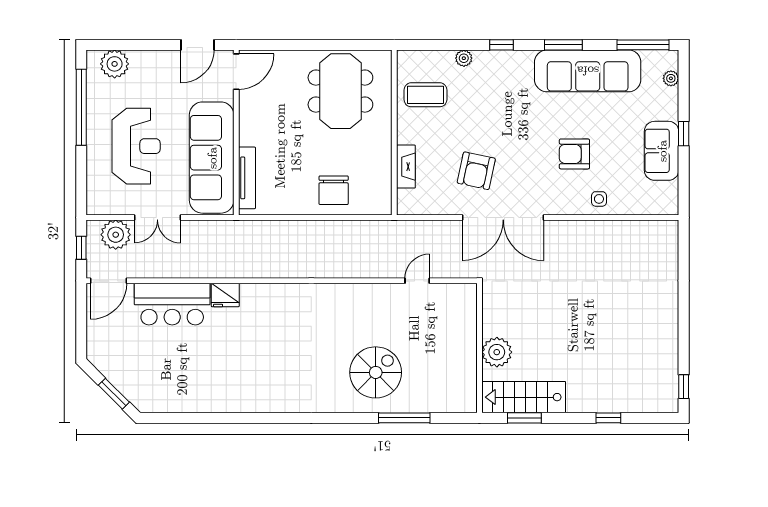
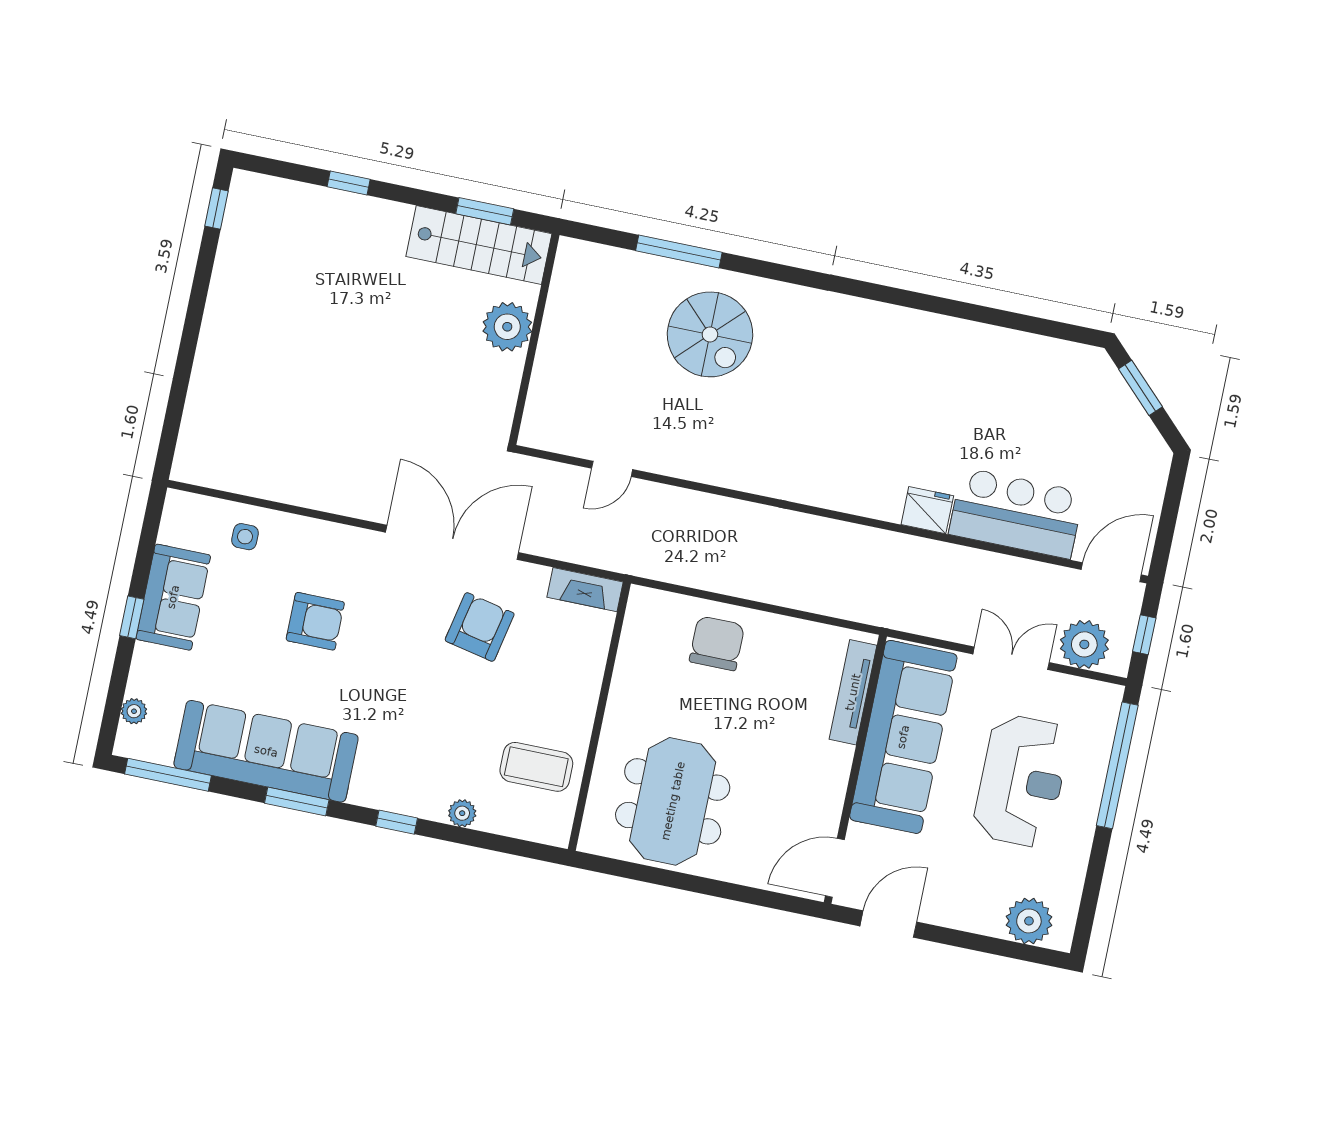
window: (81, 107) -> (1117, 765), moved
reception desk: (136, 146) -> (1022, 781), turned 180
fireplace: (406, 167) -> (585, 590), moved, turned -90
side table: (599, 199) -> (245, 537), moved
spiral stairs: (376, 372) -> (710, 334), turned -90

